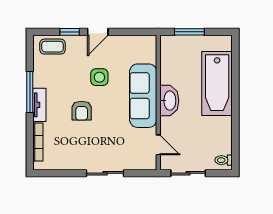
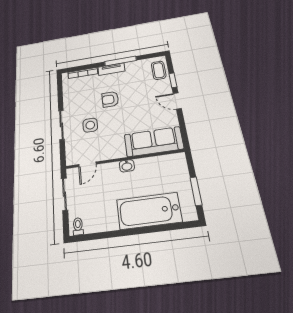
window: (189, 32) -> (196, 191), moved
side table: (99, 77) -> (90, 125), moved
sofa: (143, 96) -> (154, 142), moved
washbasin: (169, 101) -> (127, 166), width x0.52, depth x0.69

